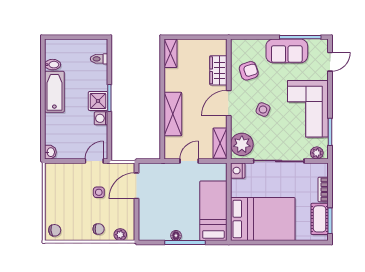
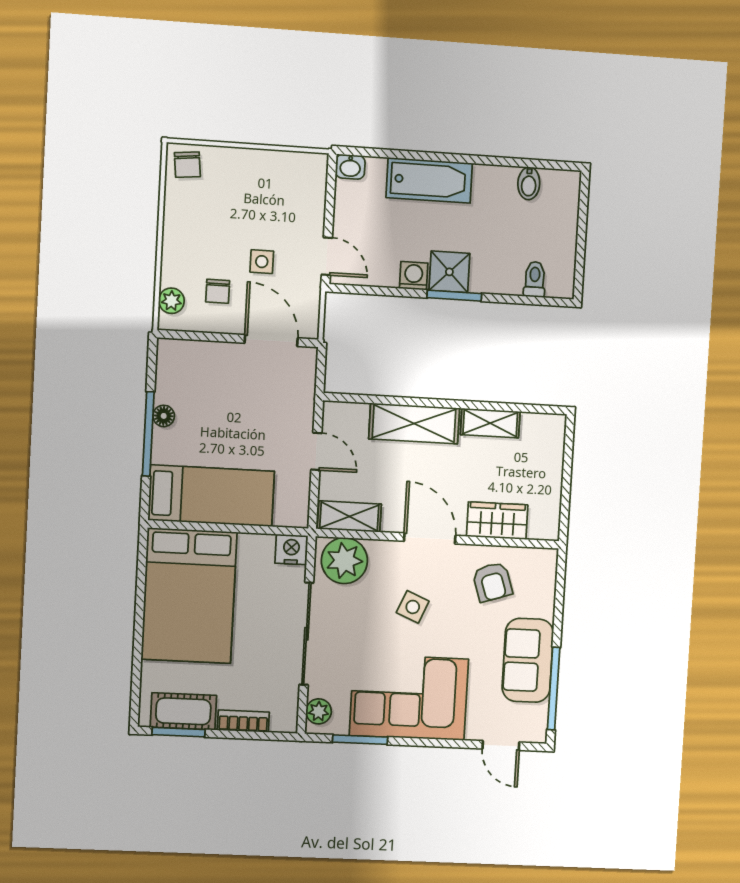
shelving: (171, 53) -> (490, 423), moved
bathtub: (54, 92) -> (429, 180), moved
chair: (99, 229) -> (218, 291), moved

